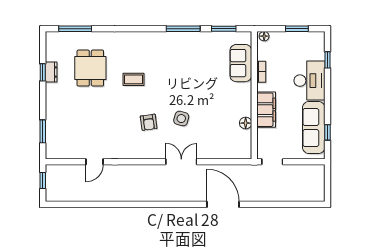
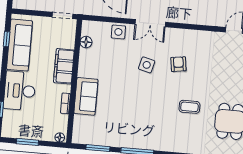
sofa: (241, 63) -> (86, 96), moved
floor lamp: (246, 123) -> (86, 42), moved
side table: (213, 150) -> (118, 32), added

